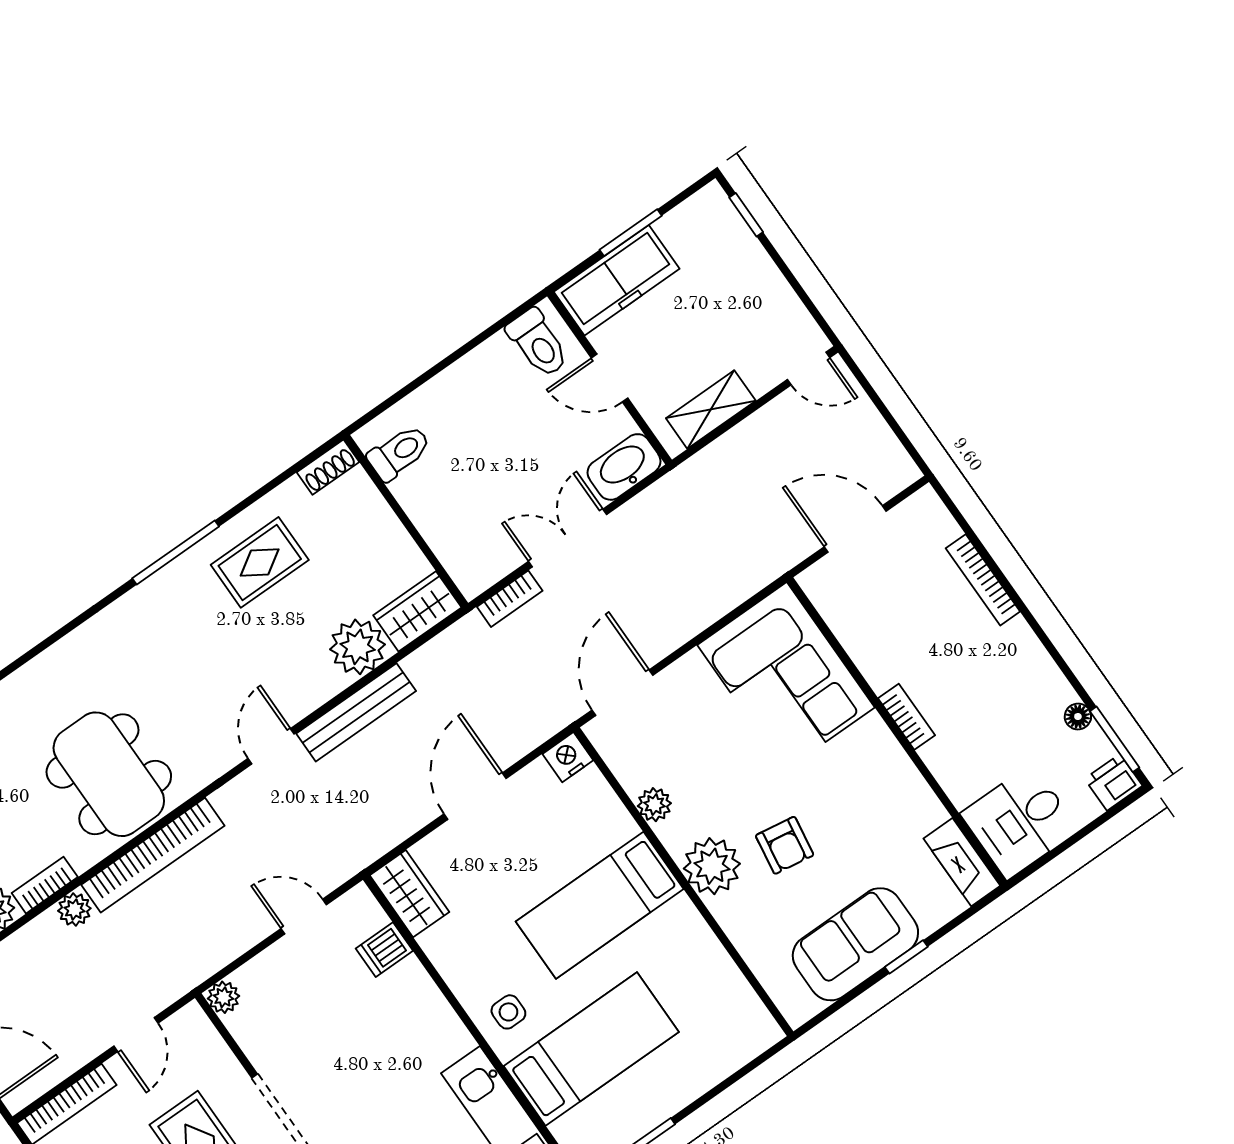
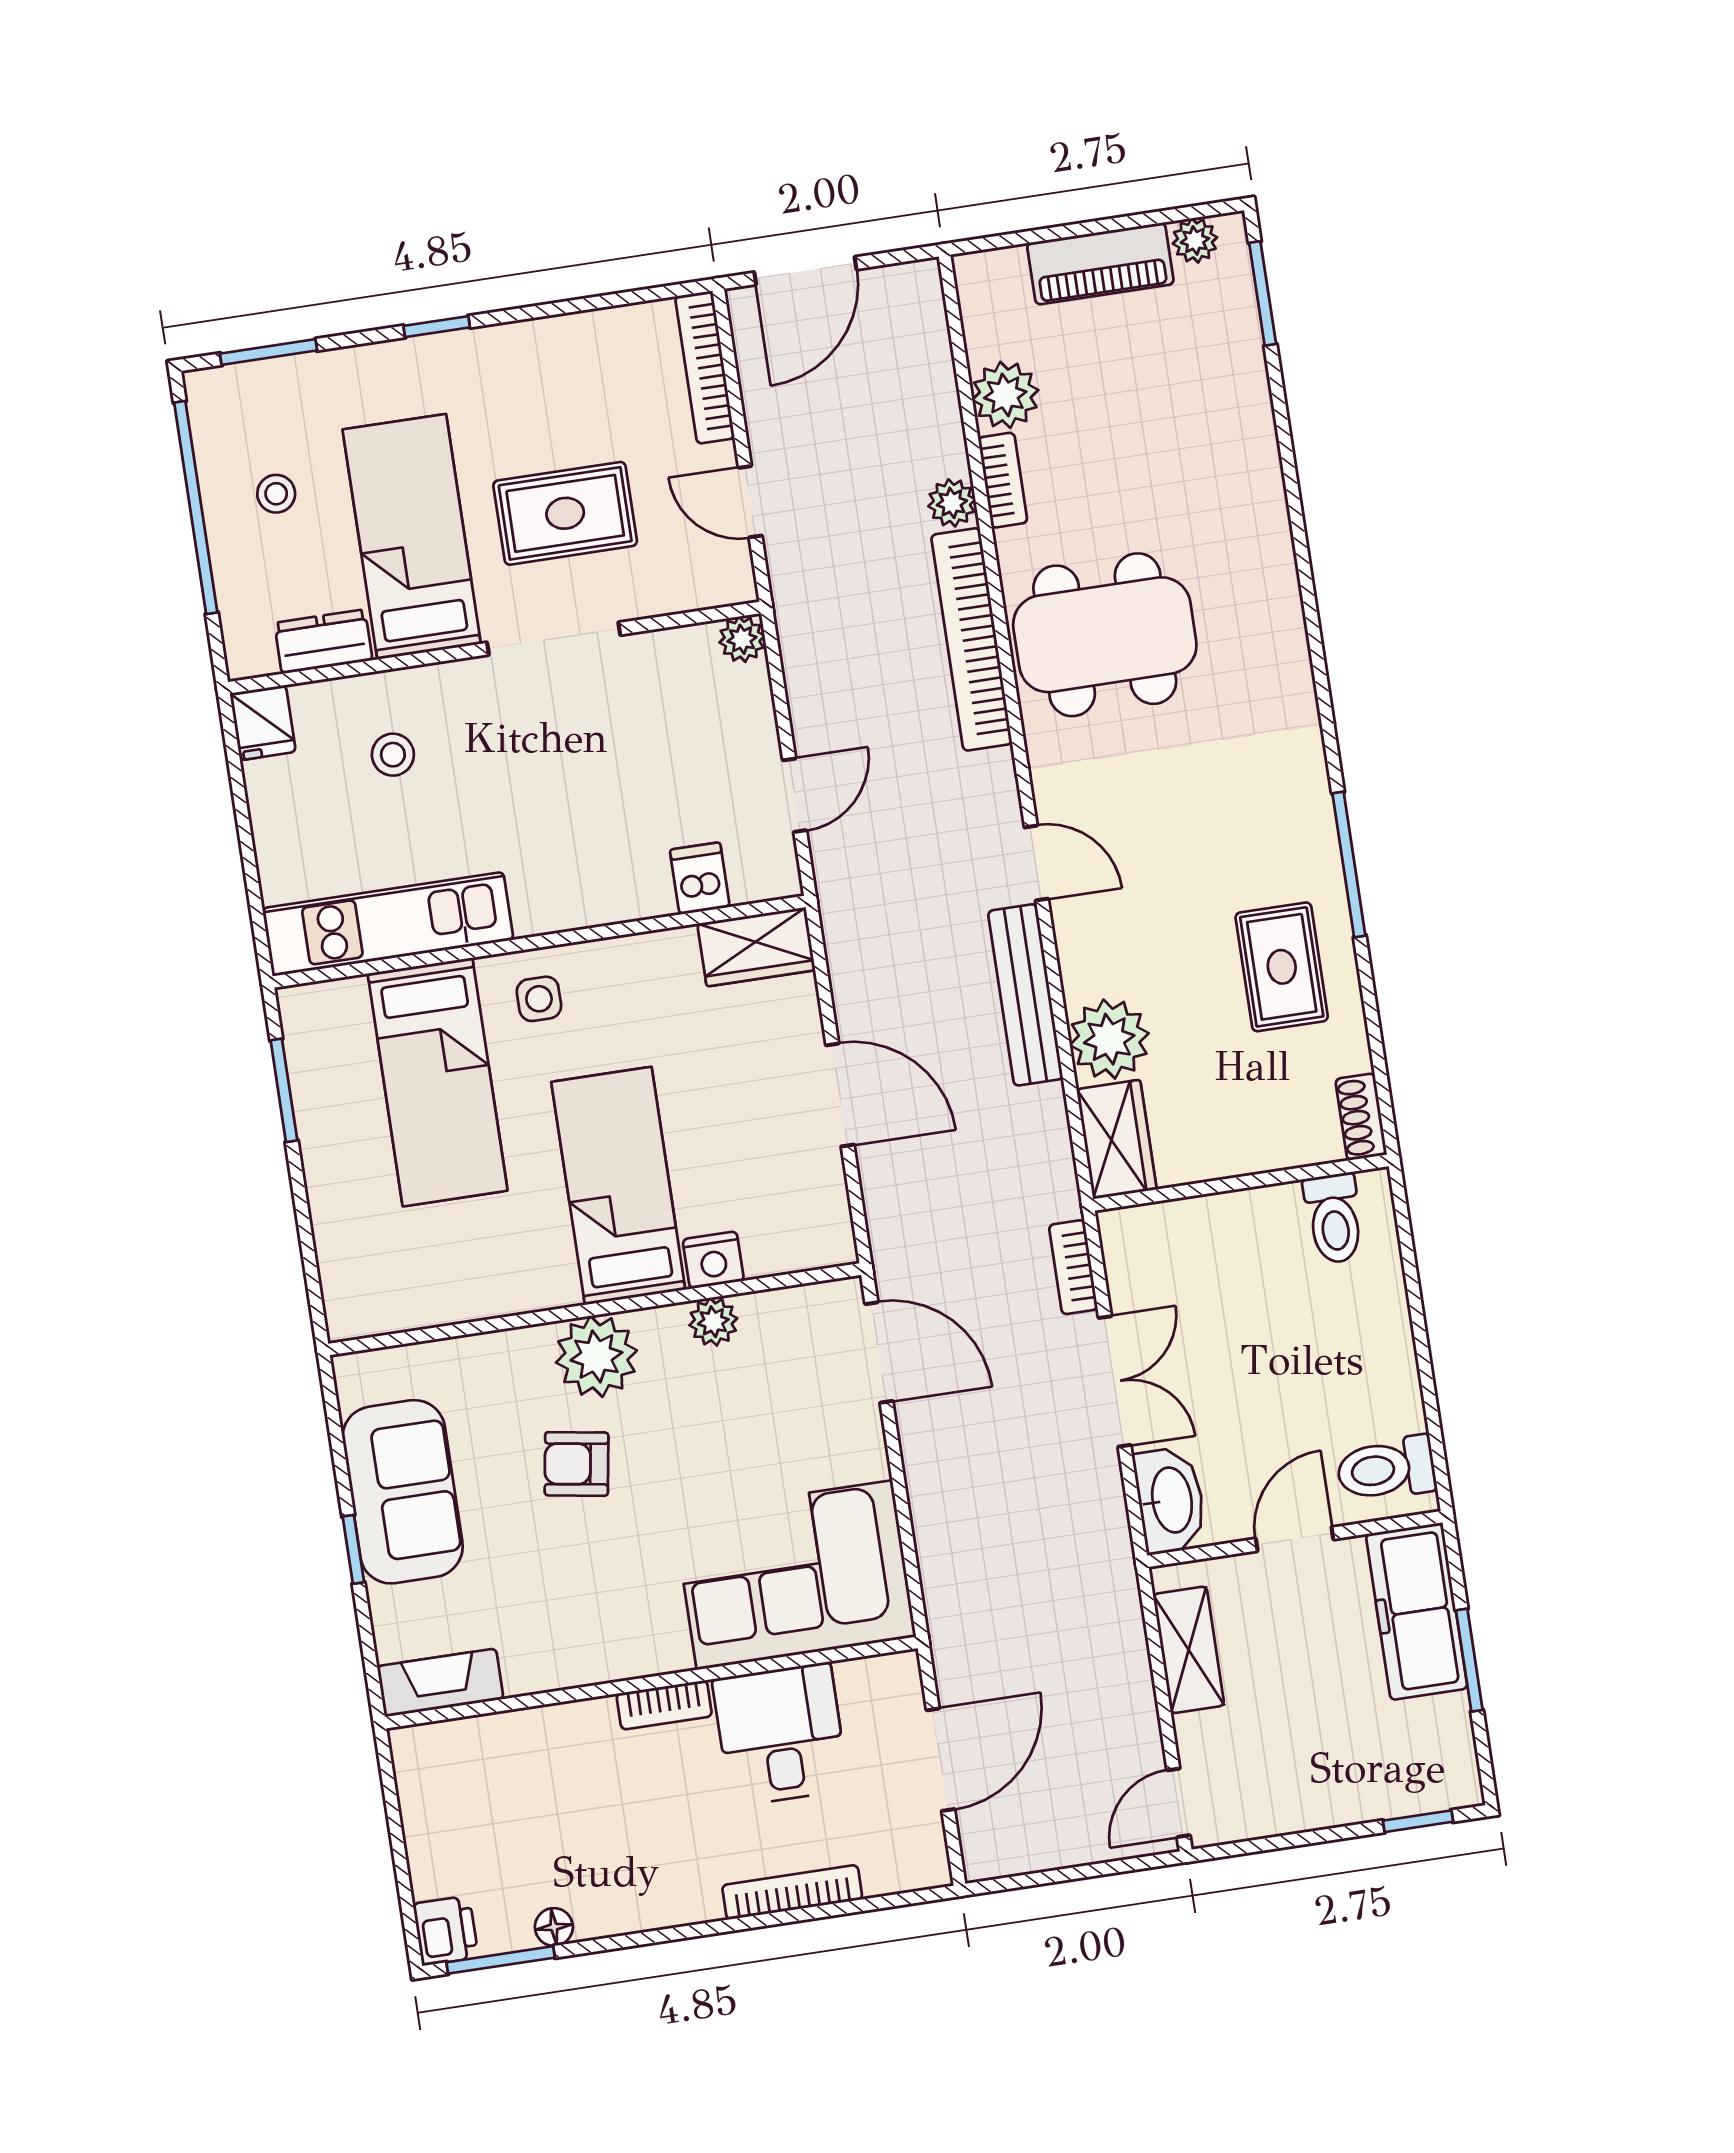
nightstand: (568, 757) -> (713, 1260), moved, turned 90
desk: (1020, 822) -> (780, 1734), moved

